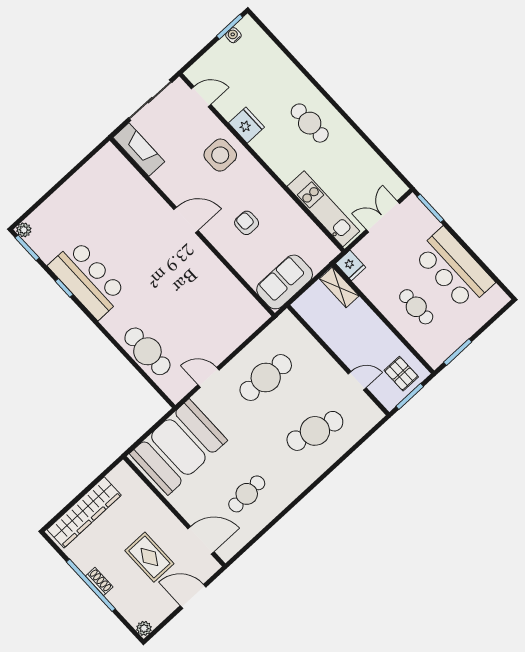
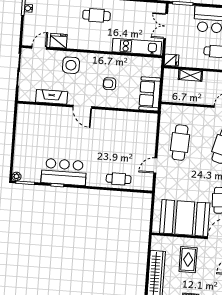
fridge: (247, 125) -> (59, 41), moved
fireplace: (139, 150) -> (52, 97), moved
door: (186, 220) -> (82, 107), swing flipped
shelving: (339, 287) -> (190, 75), moved
cafe table: (147, 351) -> (119, 179), width x0.73, depth x0.74
booth: (178, 447) -> (185, 218), moved, turned 90
rug: (149, 557) -> (188, 260), moved, turned 90

